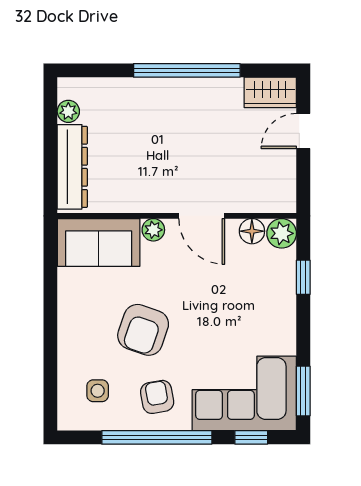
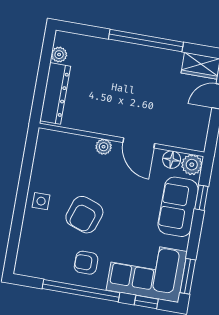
sofa: (99, 242) -> (178, 207), moved, turned 90
side table: (98, 391) -> (41, 201), moved
armchair: (157, 397) -> (86, 263), turned -80

